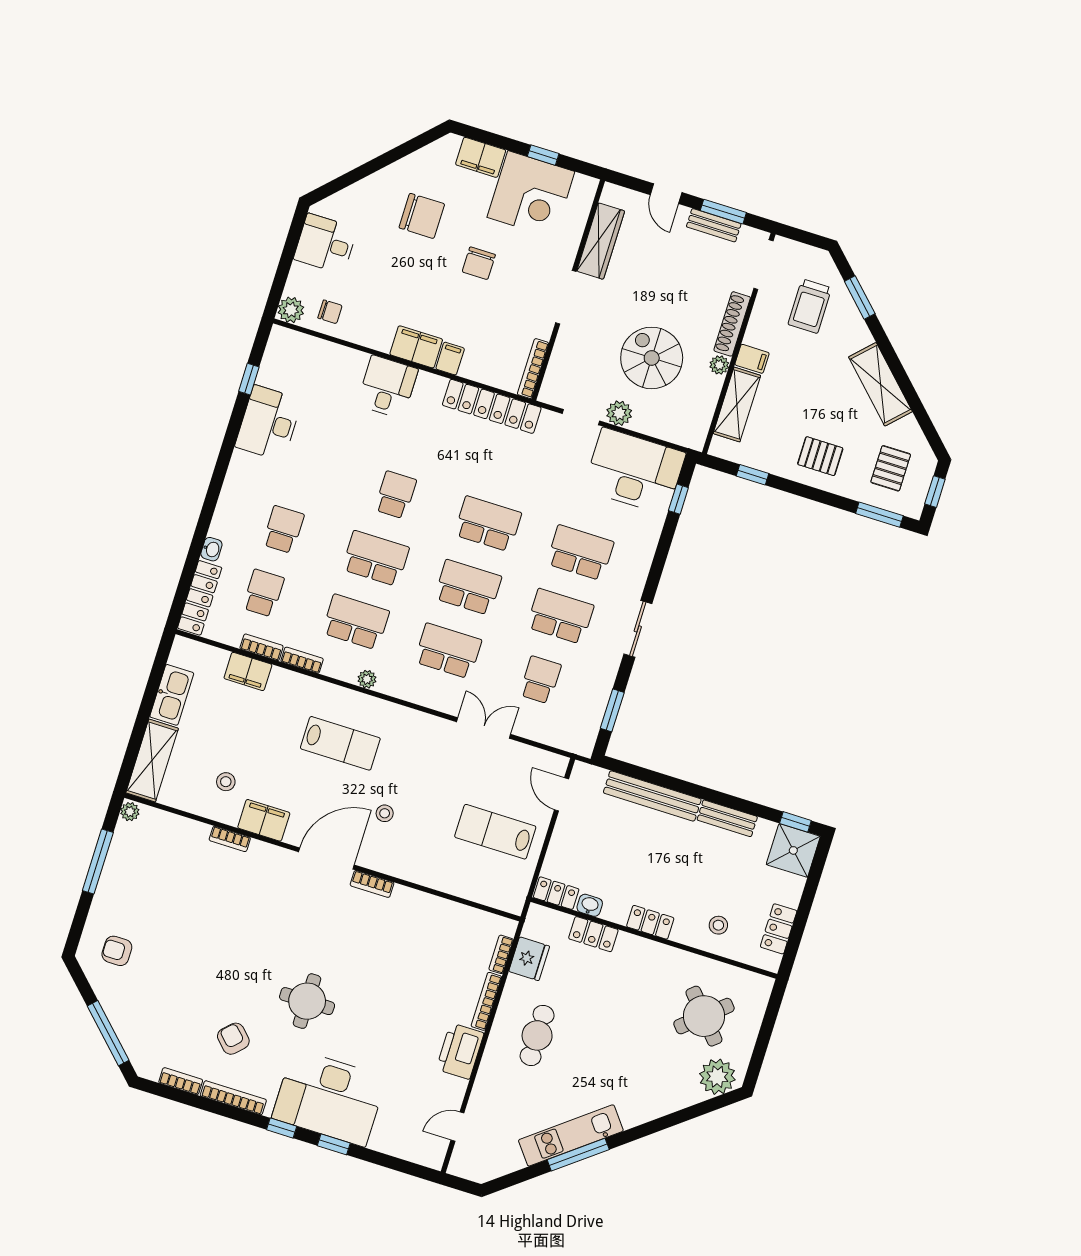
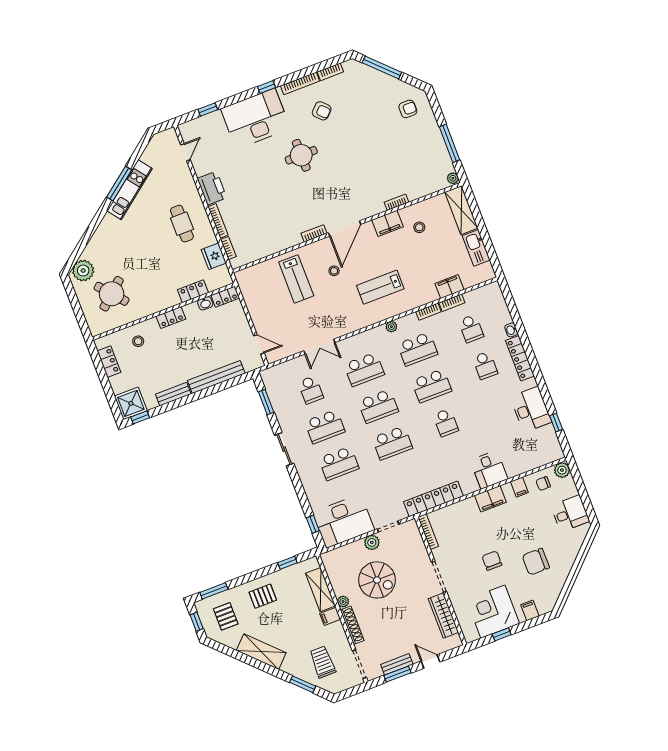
filing cabinet: (481, 157) -> (530, 610), width x0.50
filing cabinet: (450, 359) -> (519, 487), moved
locker: (200, 598) -> (520, 358), moved
lab bench: (495, 832) -> (296, 279), moved, turned 90
window: (334, 1144) -> (208, 110), moved

